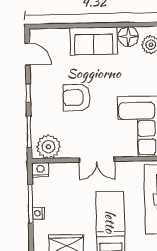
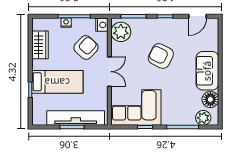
armchair: (77, 98) -> (161, 56), turned -64
double door: (97, 160) -> (109, 72), swing flipped
armchair: (68, 189) -> (86, 47), added

